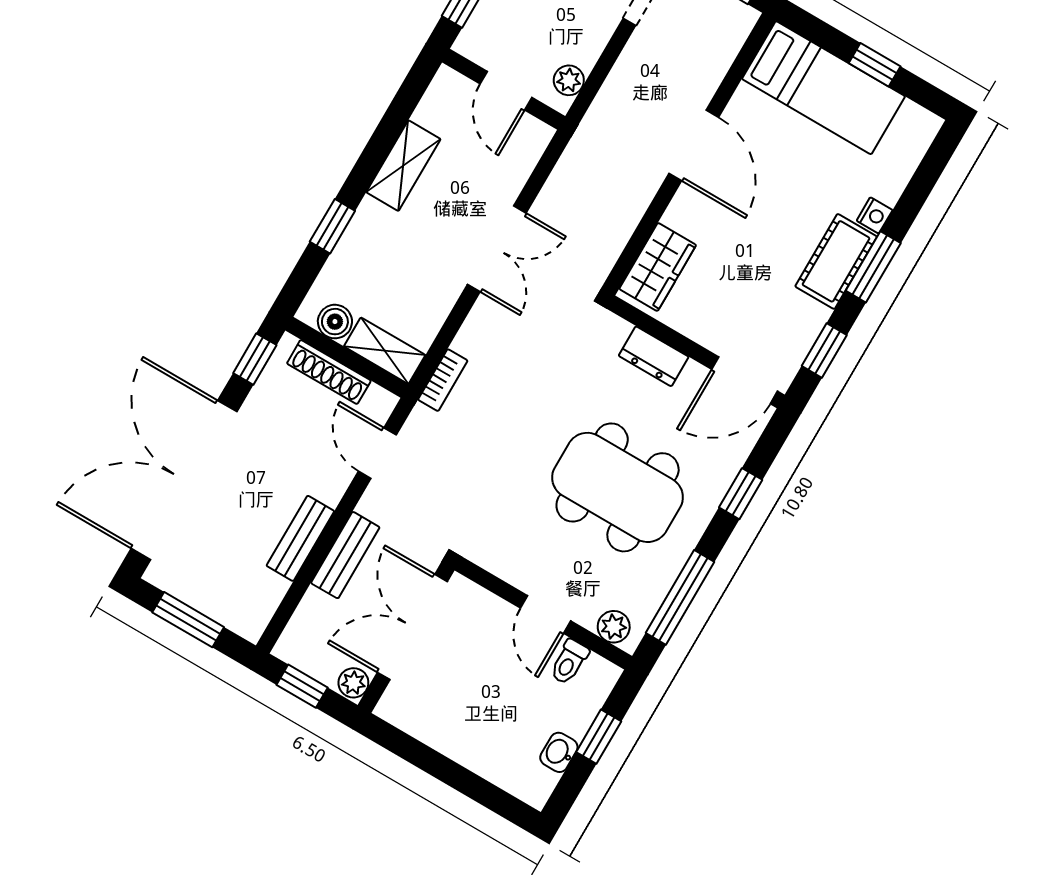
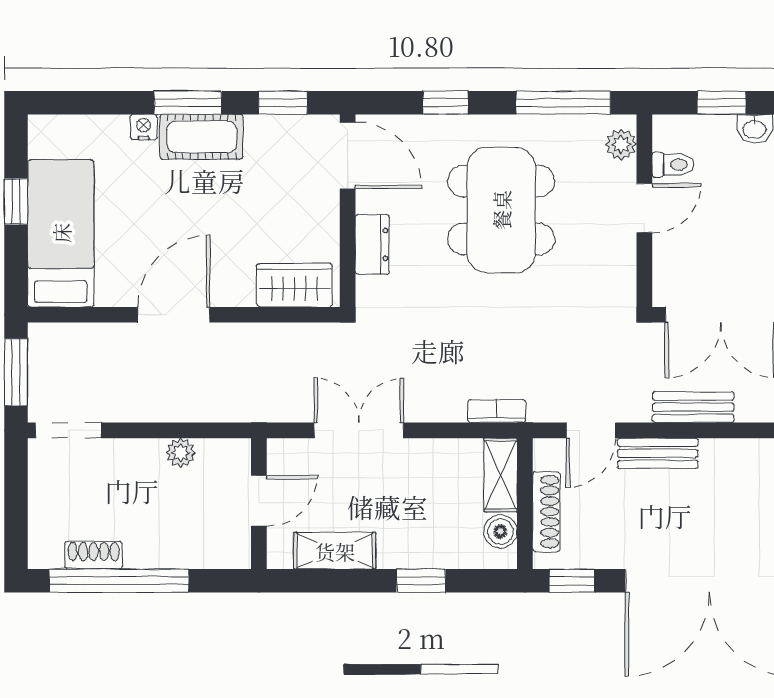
wall: (504, 89) -> (259, 504), moved
door: (506, 91) -> (259, 501), moved
bench: (300, 538) -> (658, 453), moved

